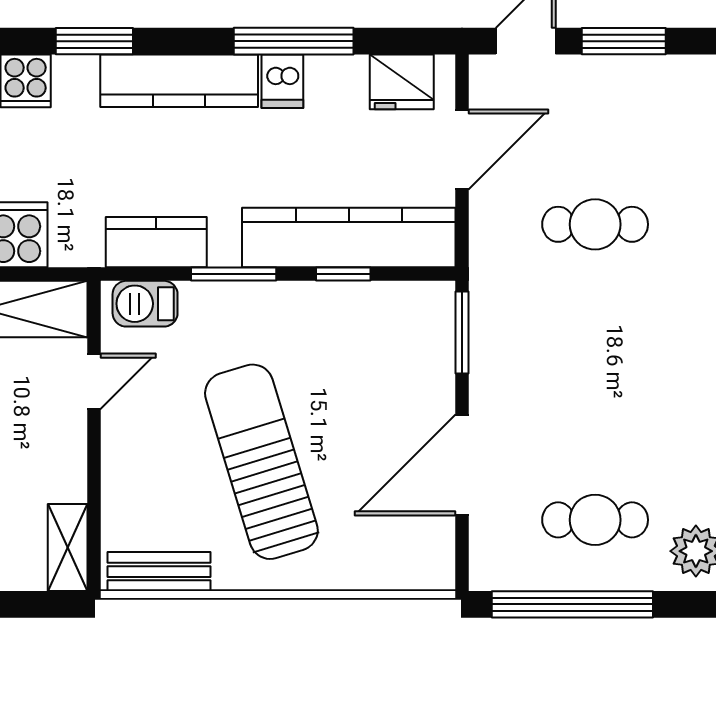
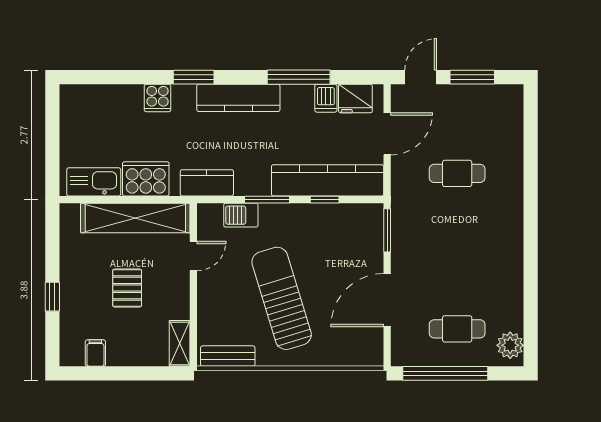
dishwasher: (282, 81) -> (326, 98), moved
kitchen counter: (156, 242) -> (207, 183), moved
barbecue: (145, 304) -> (241, 215), moved

